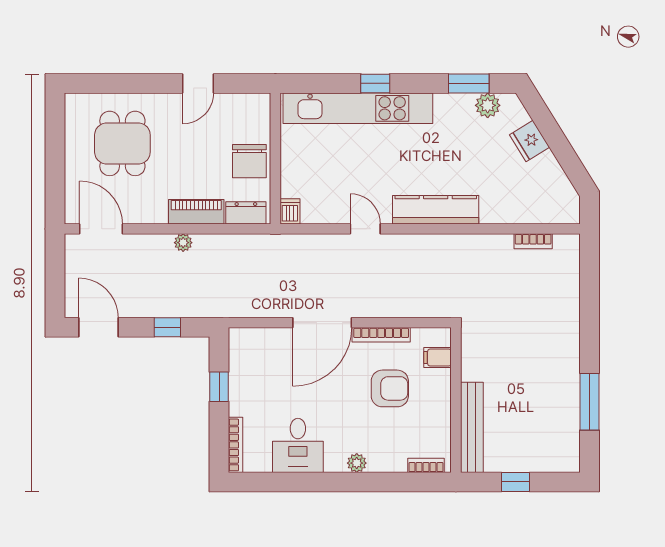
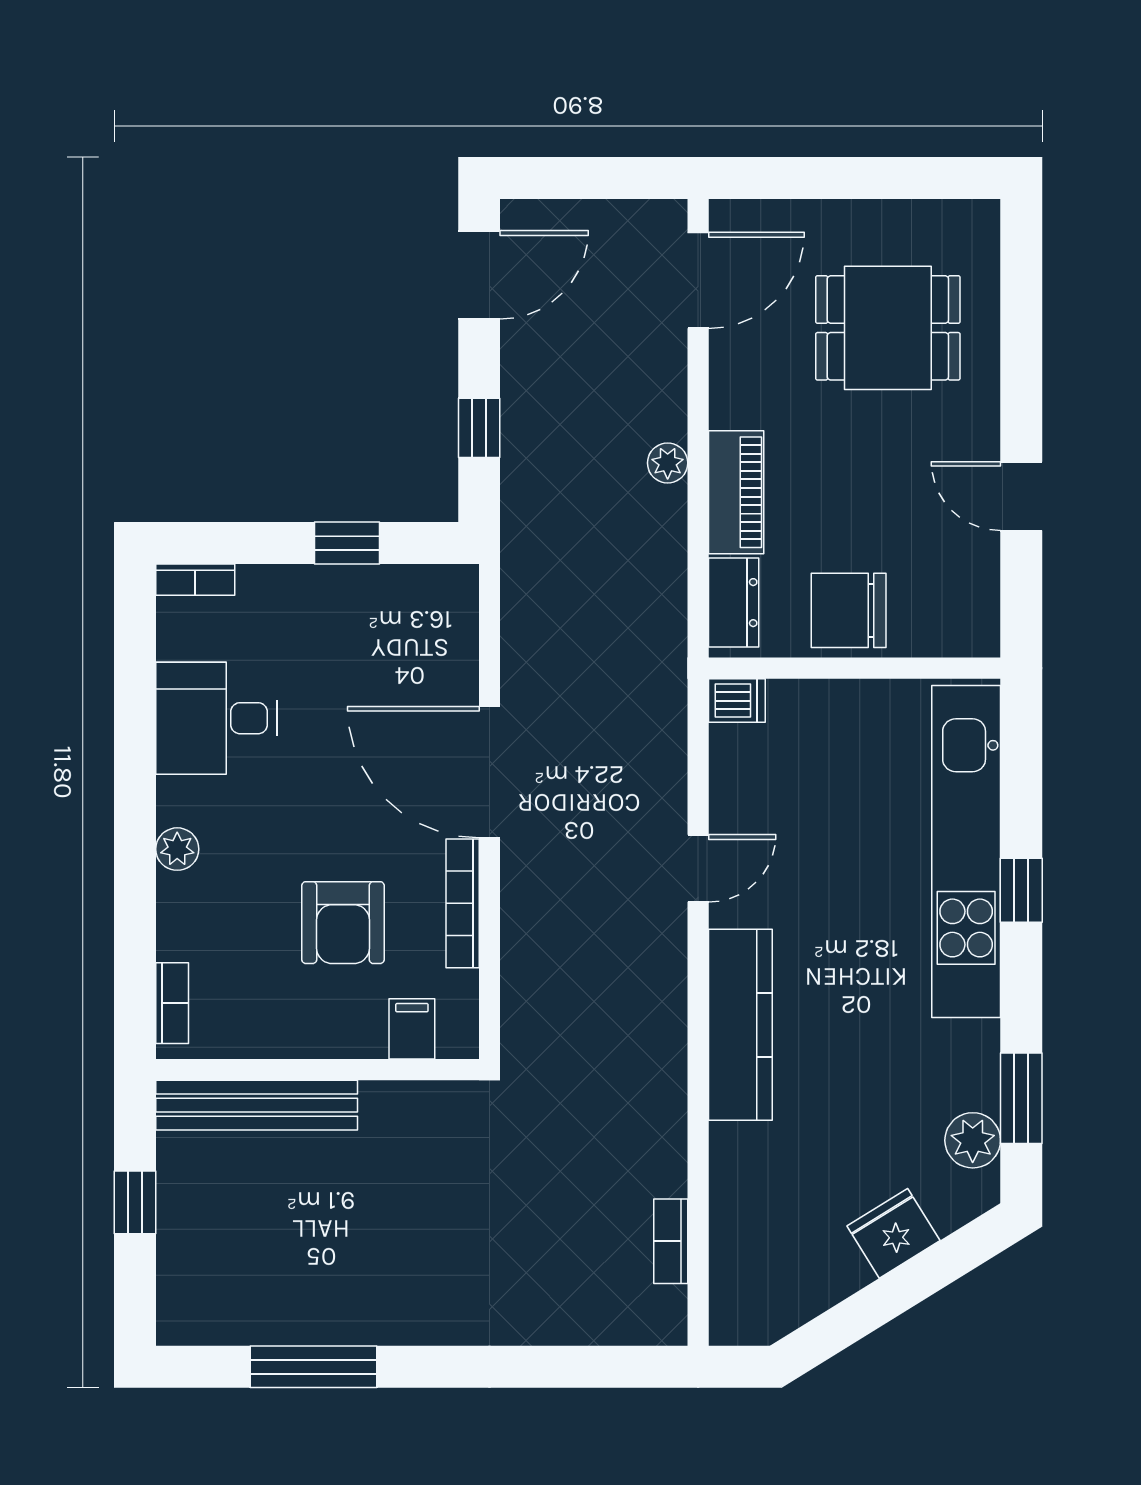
bookcase: (236, 445) -> (195, 580), width x0.64

